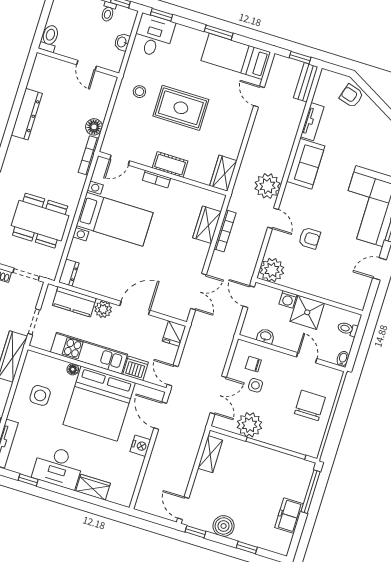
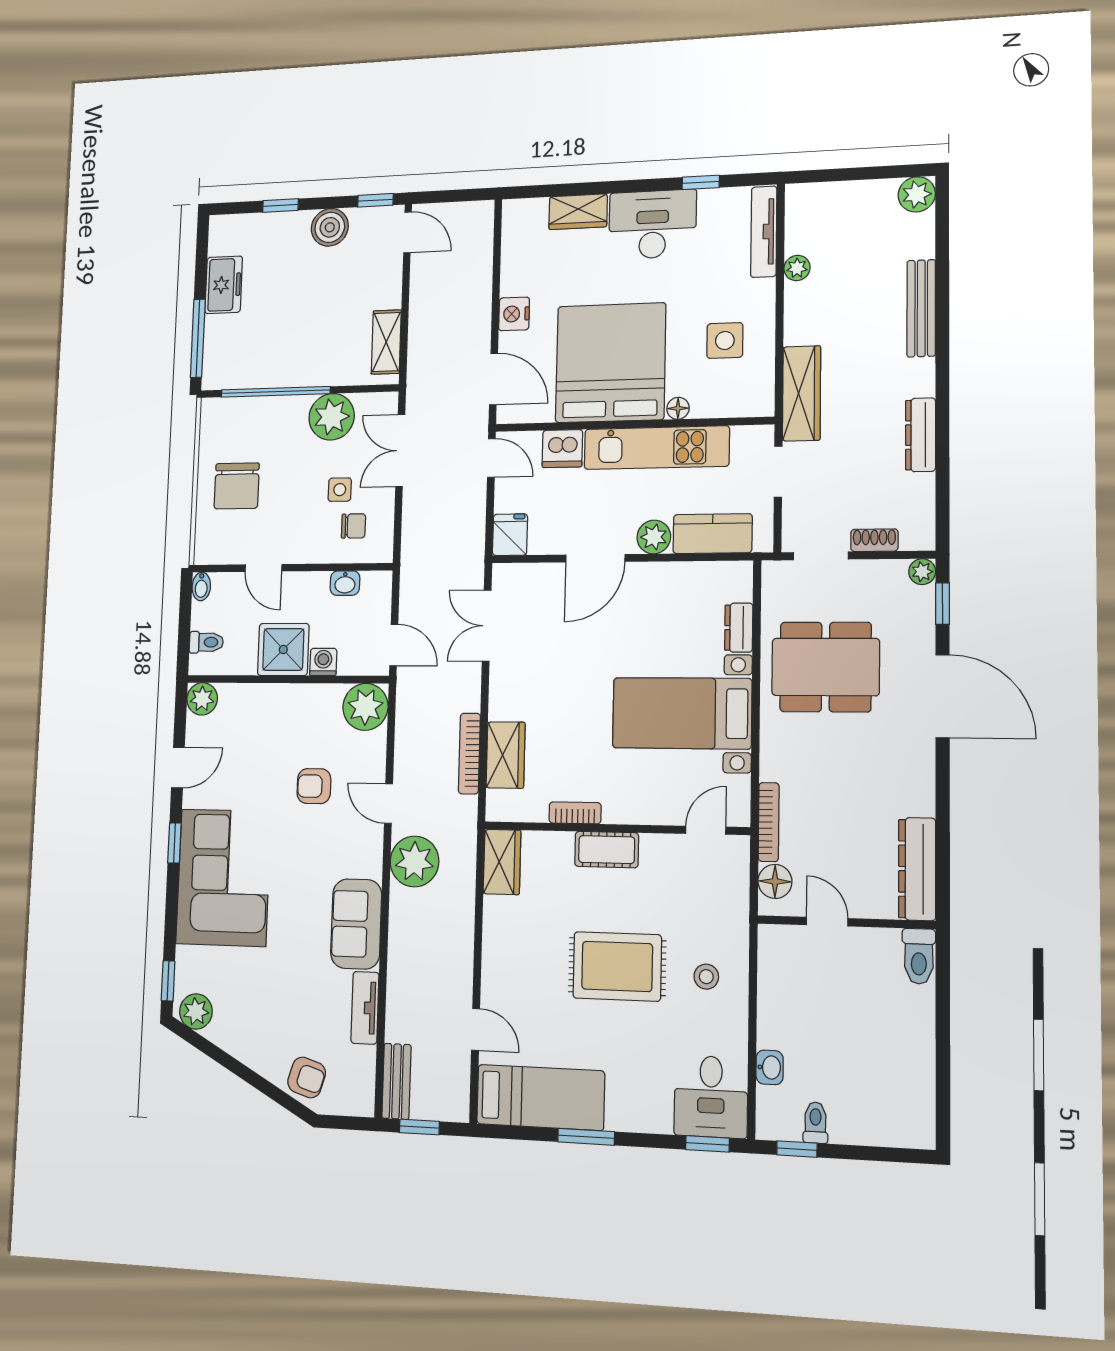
toilet: (49, 38) -> (919, 956), moved
wall: (78, 63) -> (846, 922), moved
door: (87, 65) -> (827, 922), moved
bookcase: (156, 179) -> (575, 813), moved
dresser: (69, 273) -> (739, 628), moved
plant: (357, 300) -> (202, 699), added

